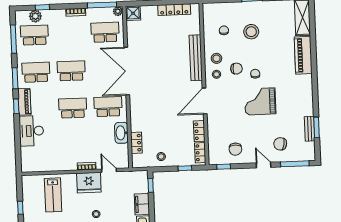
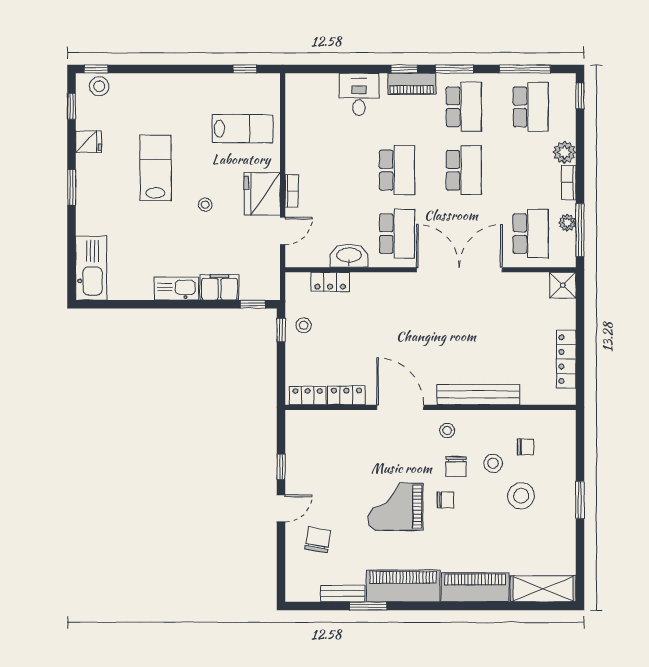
window: (42, 7) -> (580, 96), moved
plant: (118, 11) -> (567, 223), moved
plant: (35, 16) -> (565, 152), moved
stool: (216, 58) -> (493, 463), moved
piano: (304, 95) -> (403, 586), added
grand piano: (260, 101) -> (395, 507), turned -90
window: (316, 127) -> (368, 606), moved
desk: (31, 131) -> (359, 94), width x0.73
chair: (235, 149) -> (312, 459), removed
window: (295, 164) -> (281, 565), removed
window: (224, 167) -> (281, 467), moved
window: (185, 168) -> (281, 330), moved
lab bench: (53, 195) -> (242, 129), turned 180
window: (20, 208) -> (245, 69), moved

